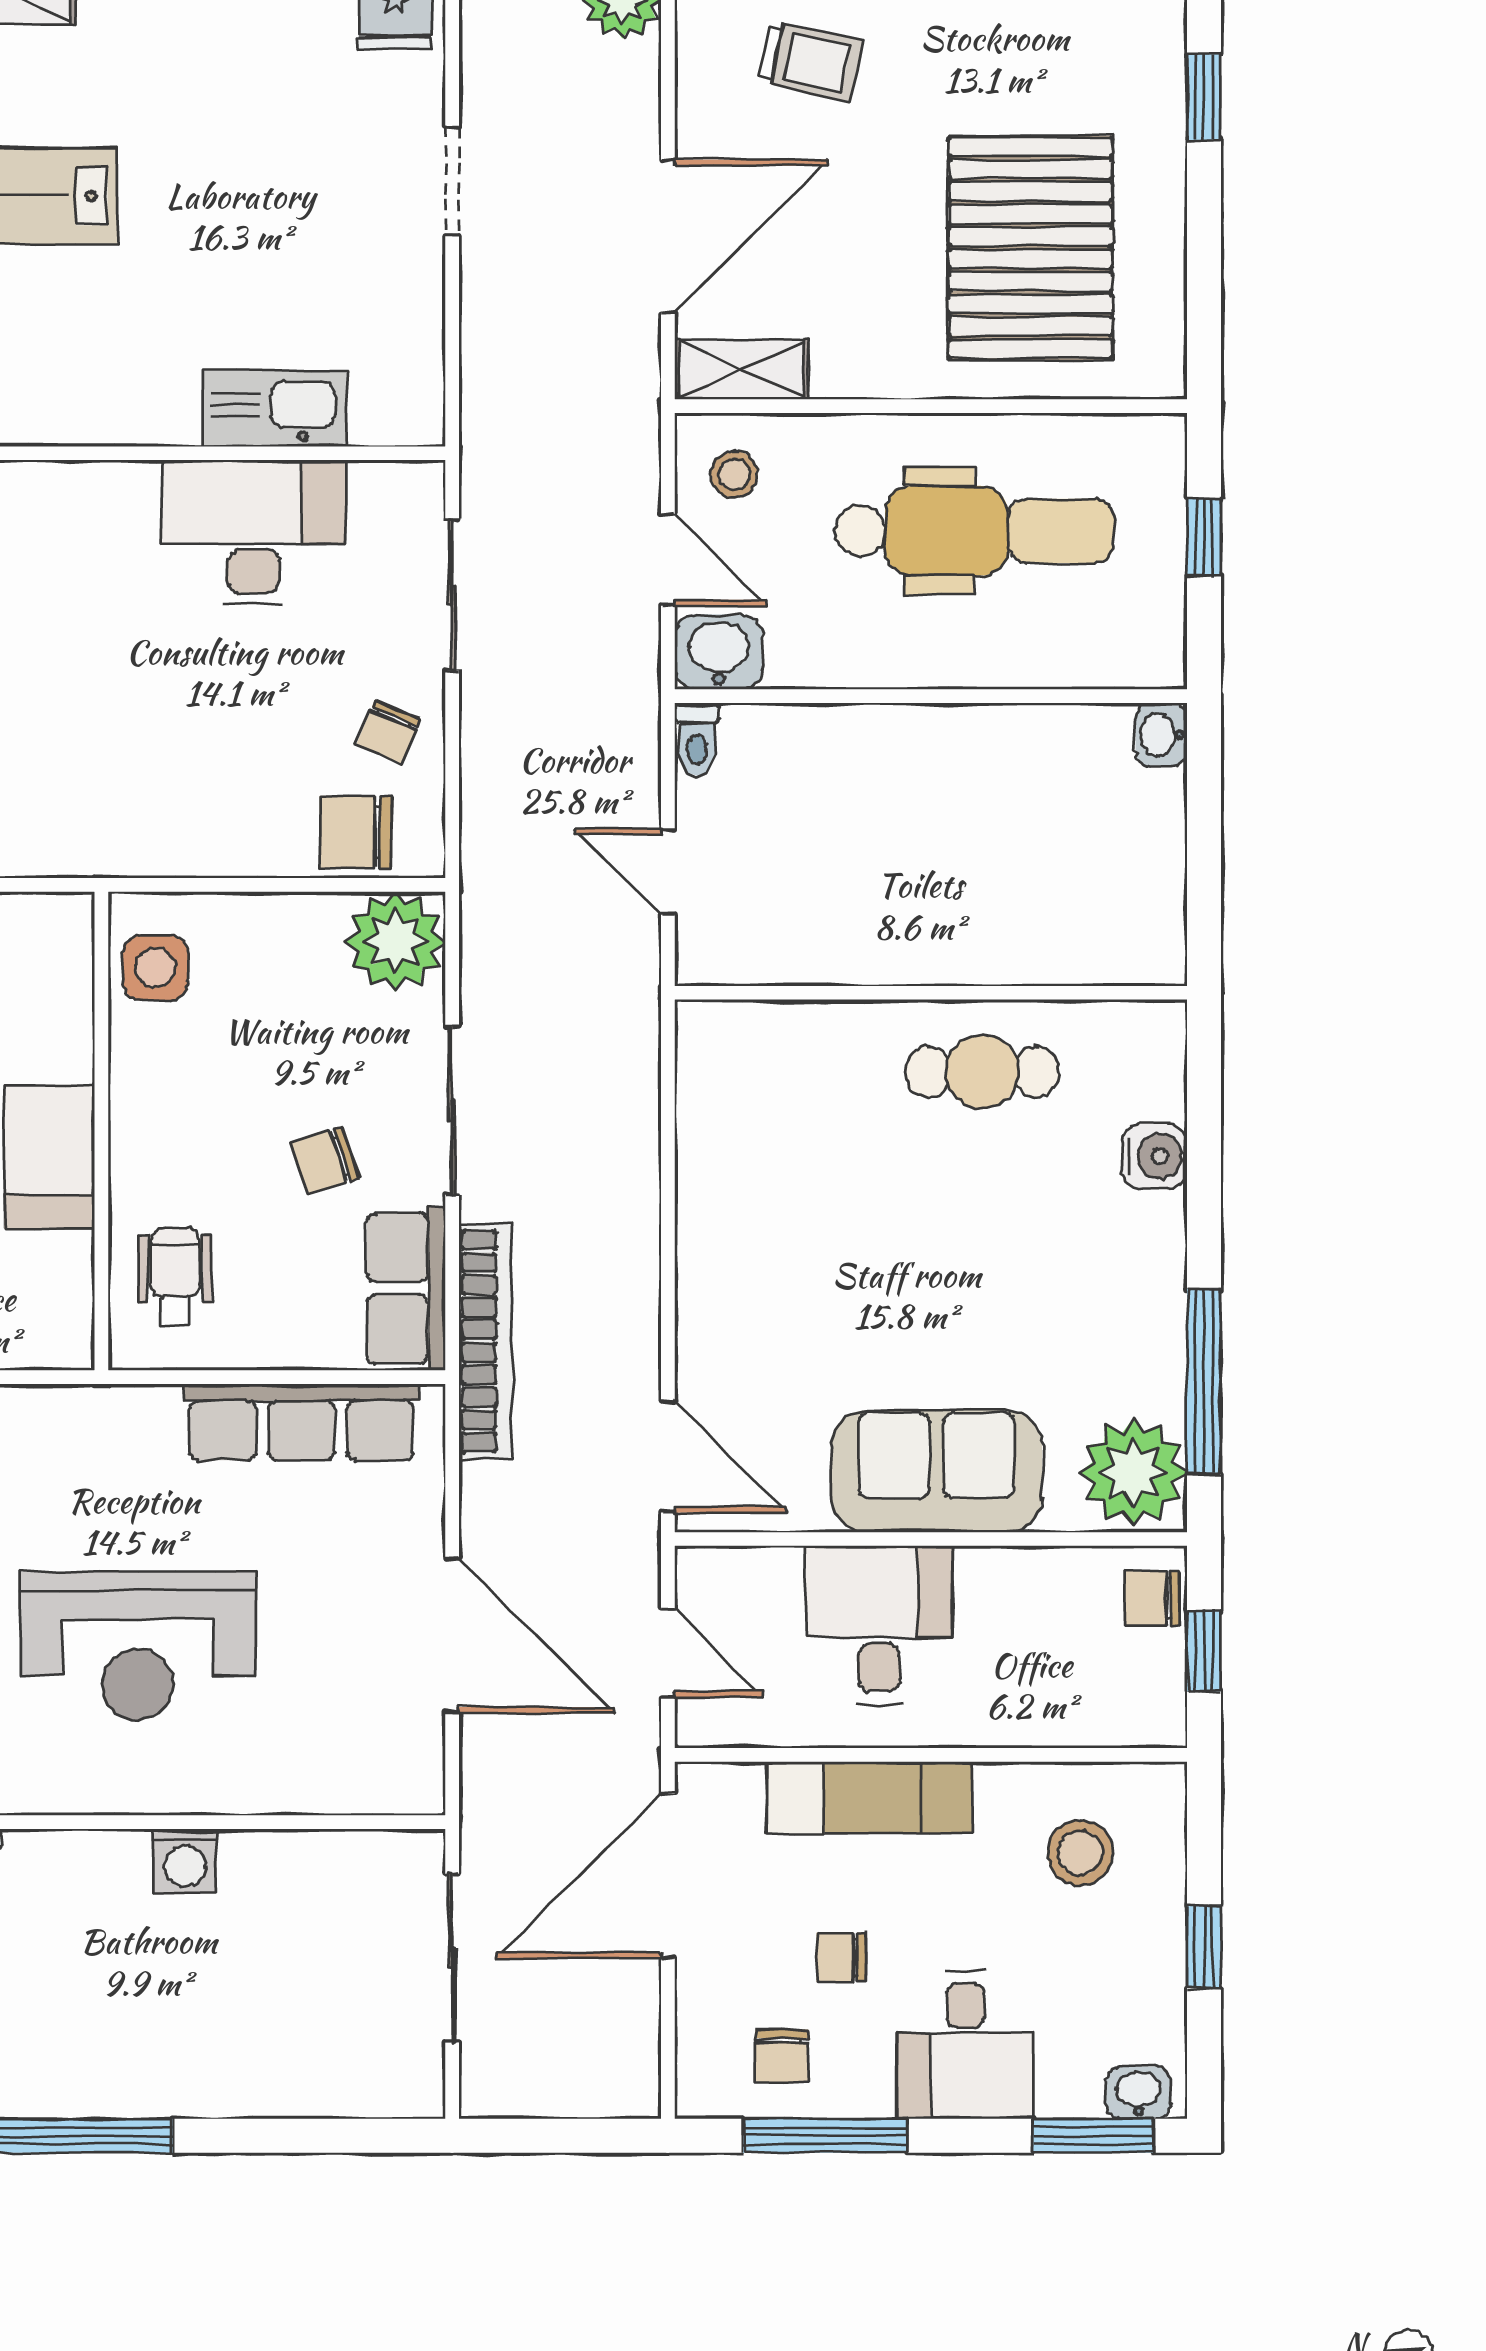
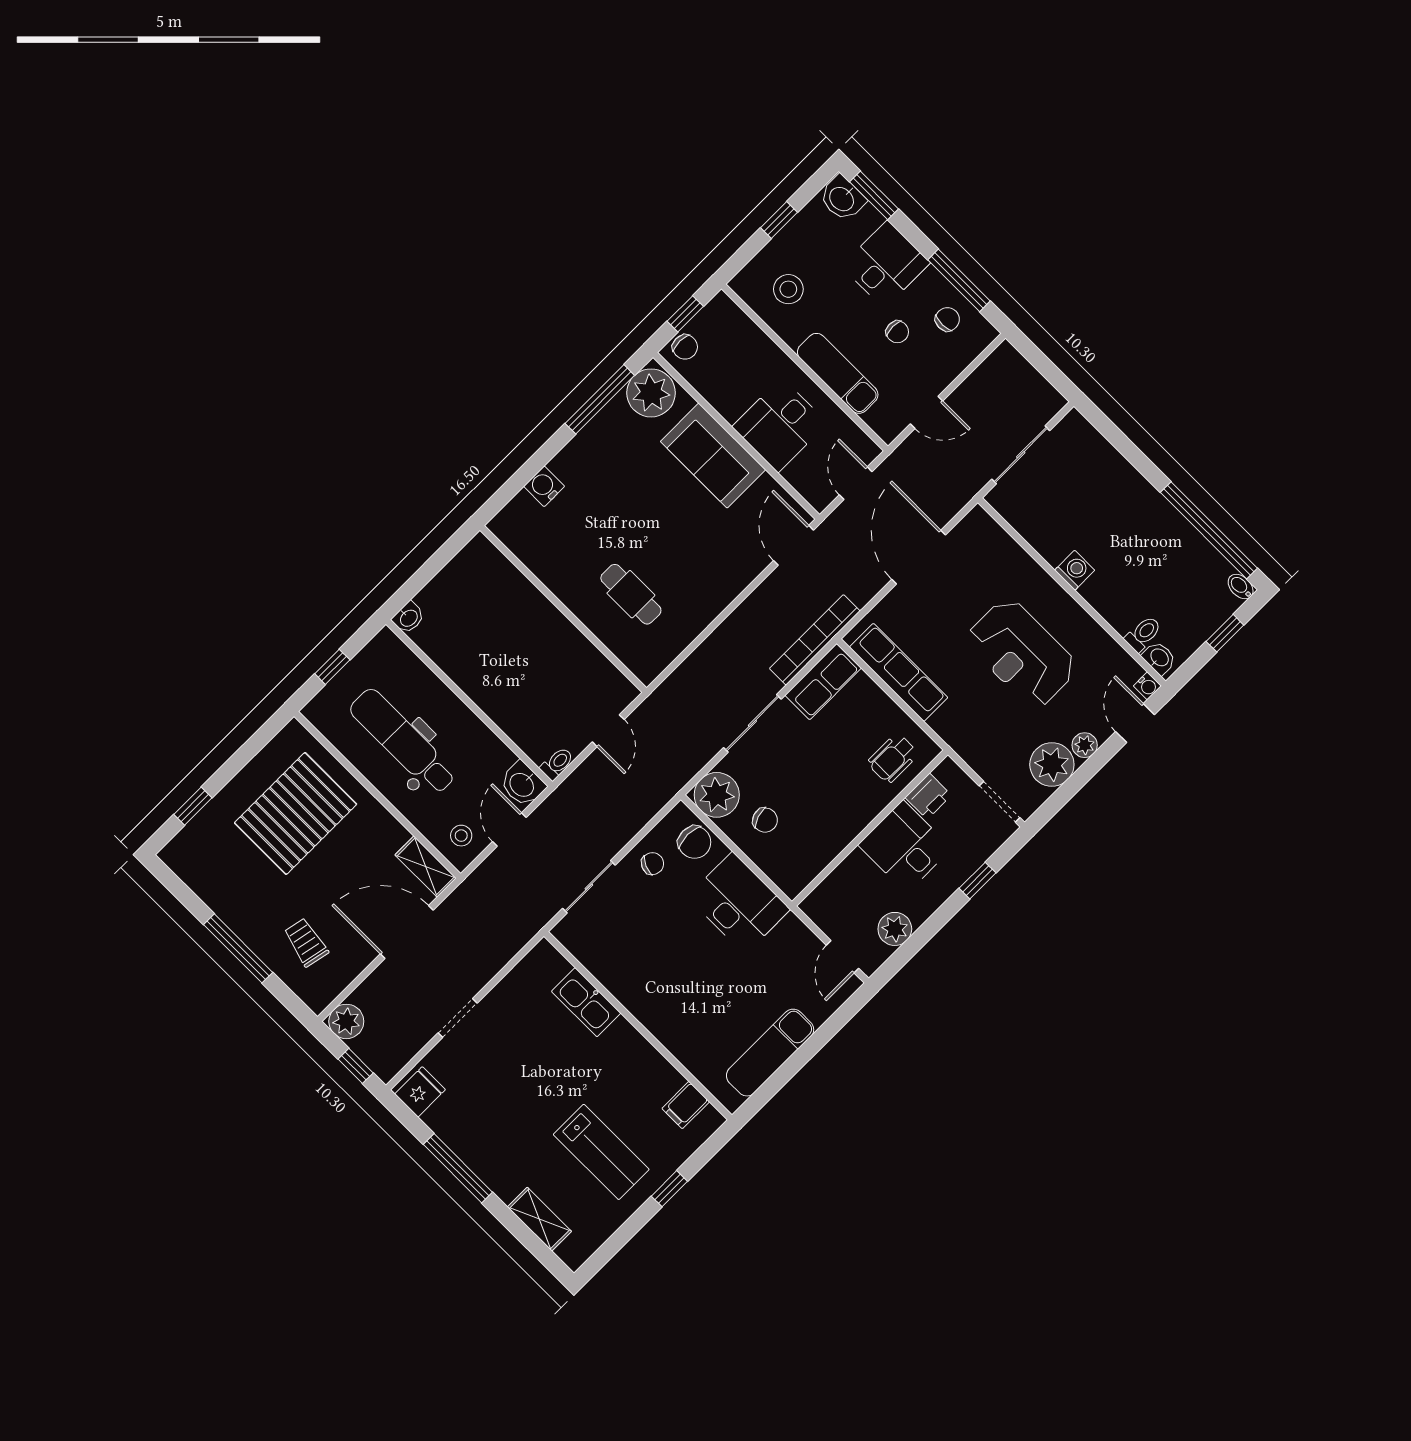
desk: (254, 532) -> (739, 903), moved, turned 180
side table: (155, 968) -> (801, 863), removed
cafe table: (982, 1072) -> (631, 594), moved
chair: (325, 1161) -> (765, 820), moved
printer: (59, 1273) -> (928, 796), added
reception desk: (138, 1646) -> (1022, 653), turned 180
door: (668, 1876) -> (926, 412), width x0.53
washbasin: (1138, 2093) -> (842, 198), width x1.38, depth x1.45

